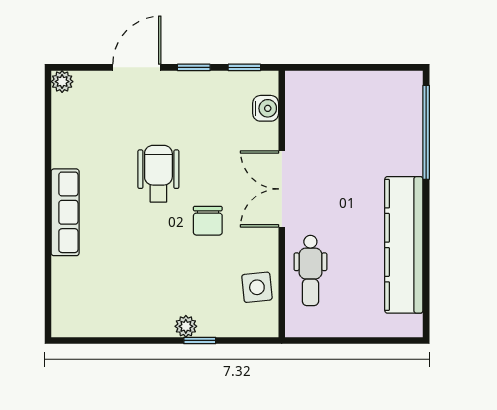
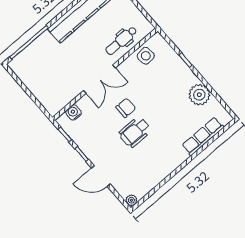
row of seats: (65, 212) -> (203, 136), moved
chair: (208, 221) -> (126, 108), moved
dental chair: (310, 271) -> (121, 41), turned 180
plant: (186, 326) -> (199, 95), moved, width x1.87, depth x1.87

